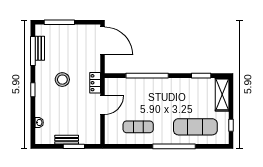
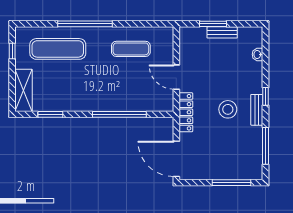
bench: (40, 48) -> (257, 110), moved
locker: (95, 83) -> (186, 112), width x1.53
door: (102, 105) -> (176, 77), hinge flipped

